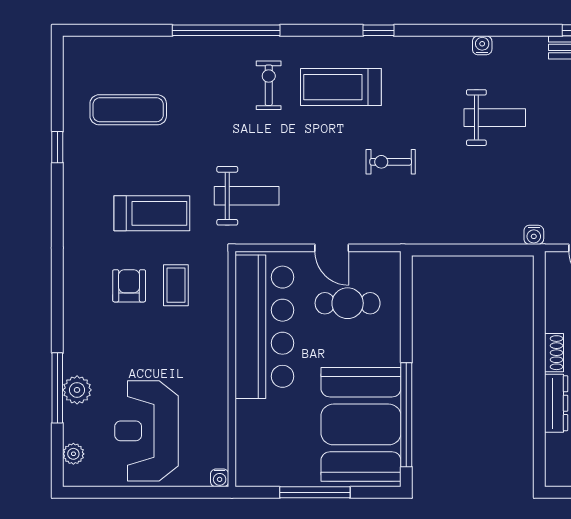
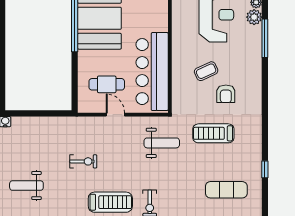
weight bench: (247, 196) -> (162, 143), turned 180
coffee table: (176, 285) -> (206, 71), moved, turned 65
plant: (77, 390) -> (254, 17), moved

